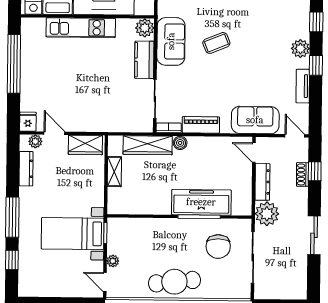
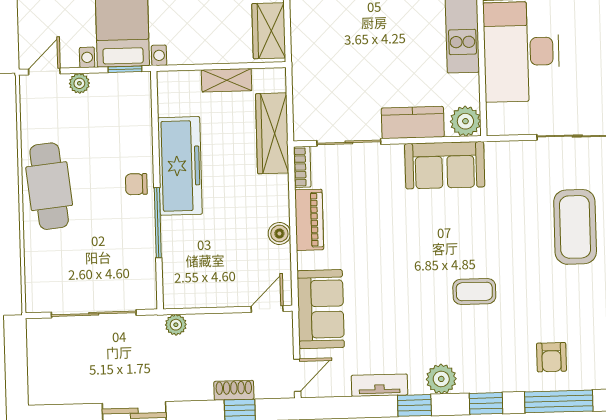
coffee table: (216, 43) -> (474, 291), moved, turned -68
boiler: (180, 143) -> (279, 233), moved
dresser: (262, 182) -> (219, 325), removed
freezer: (201, 202) -> (180, 166), moved
plant: (267, 214) -> (176, 325), width x0.53, depth x0.53
chair: (218, 246) -> (136, 184), moved, width x0.54, depth x0.54

